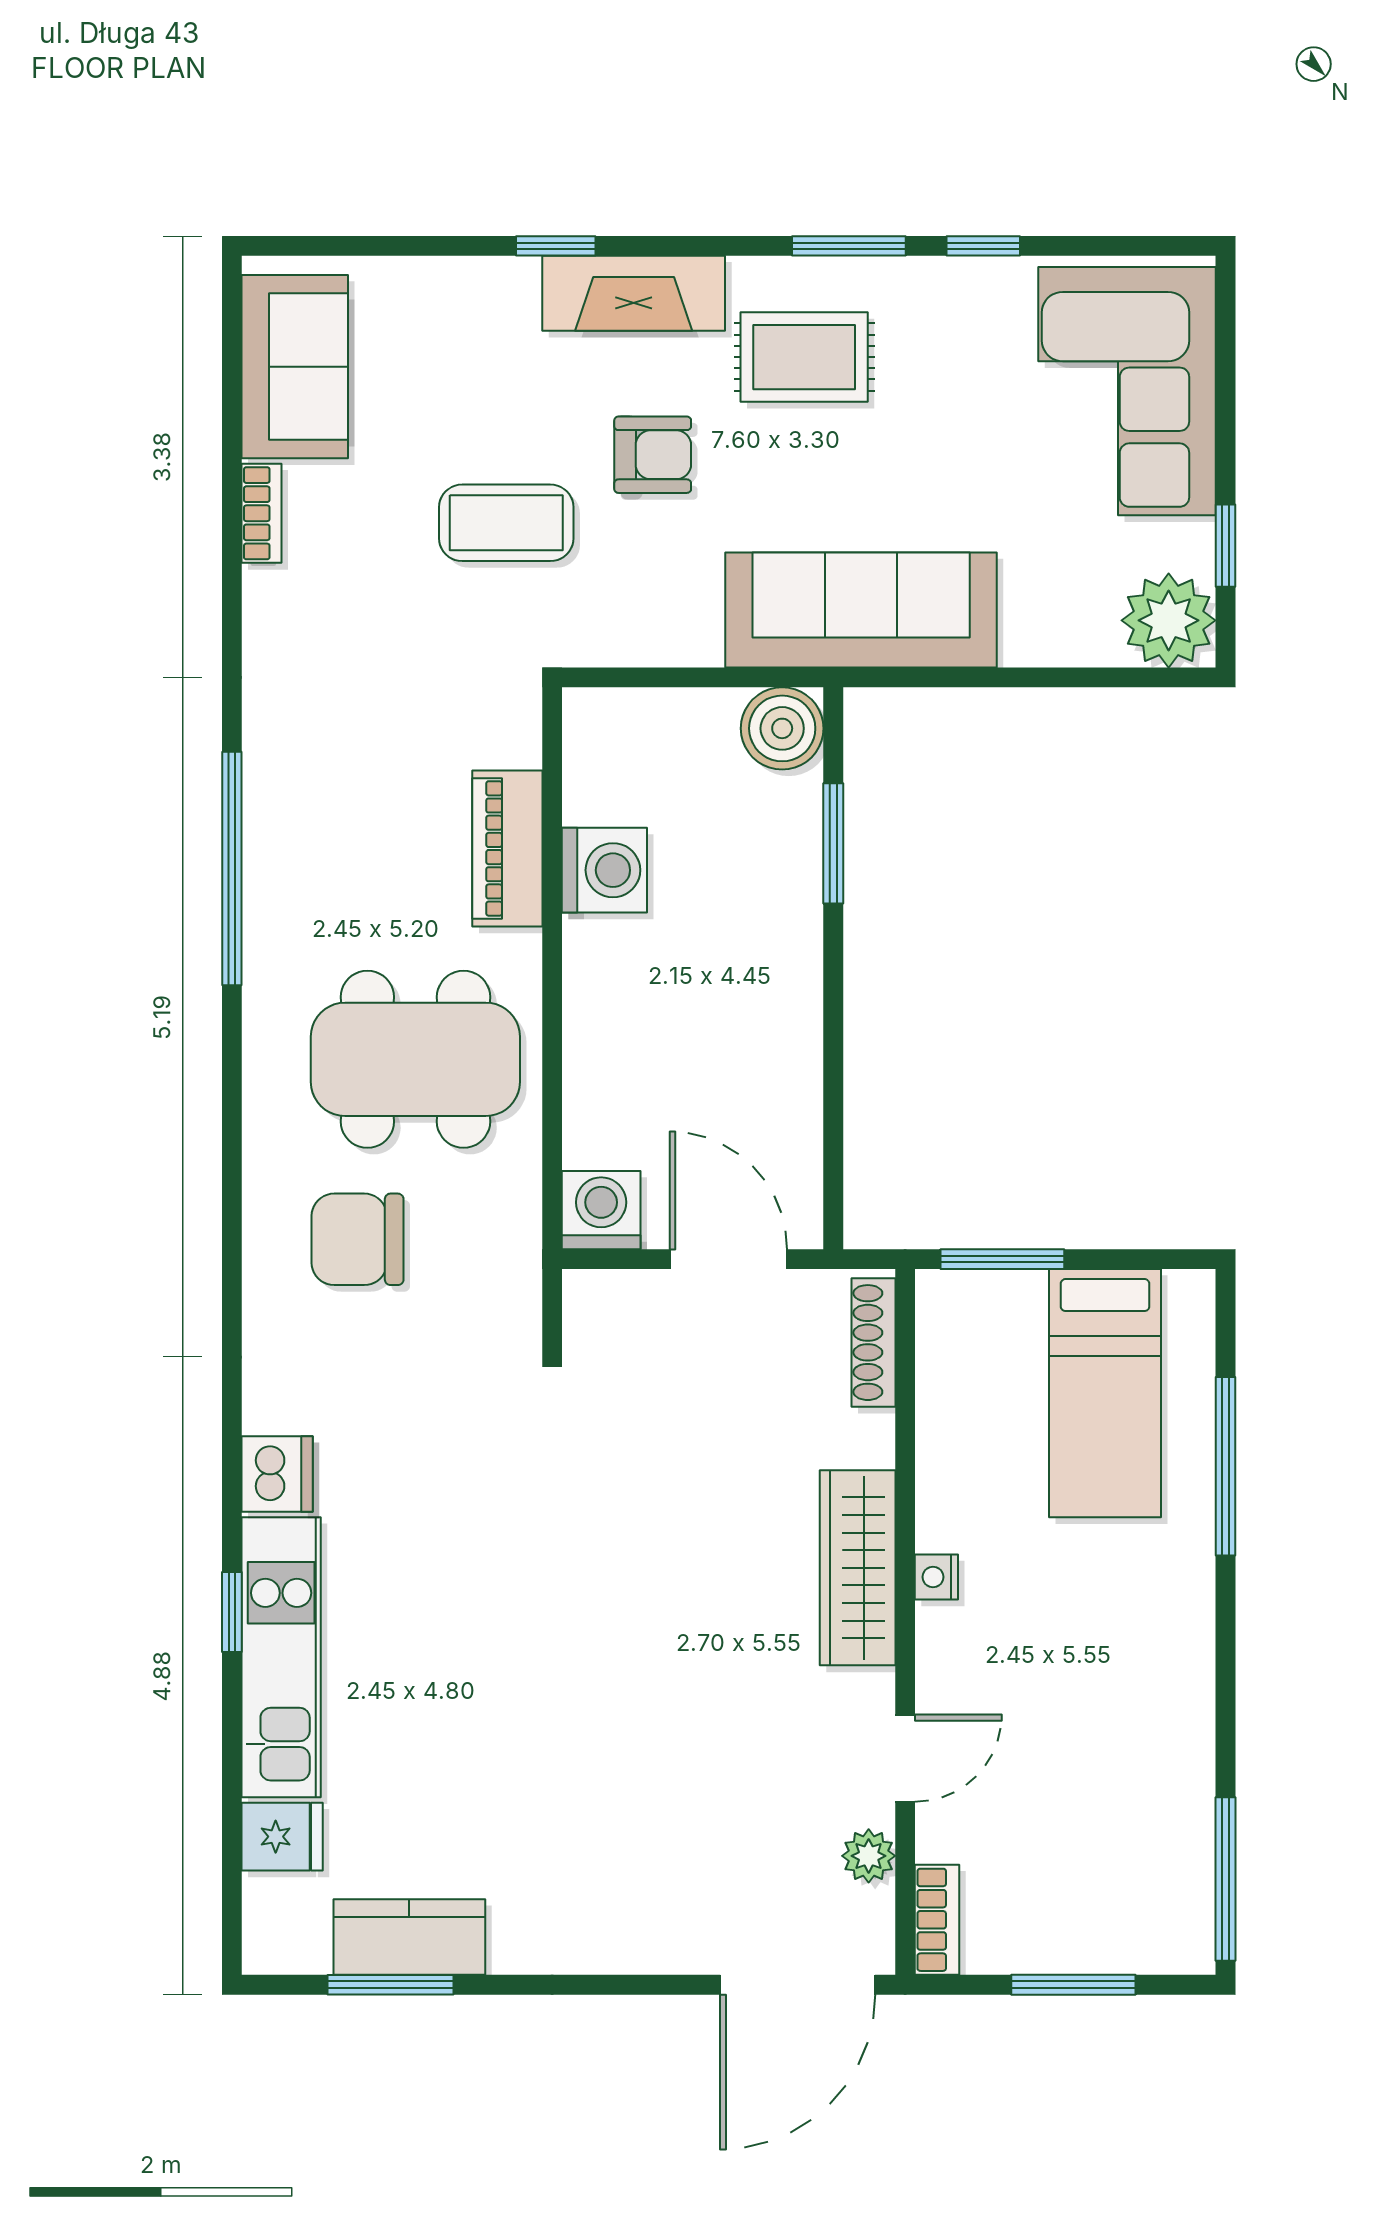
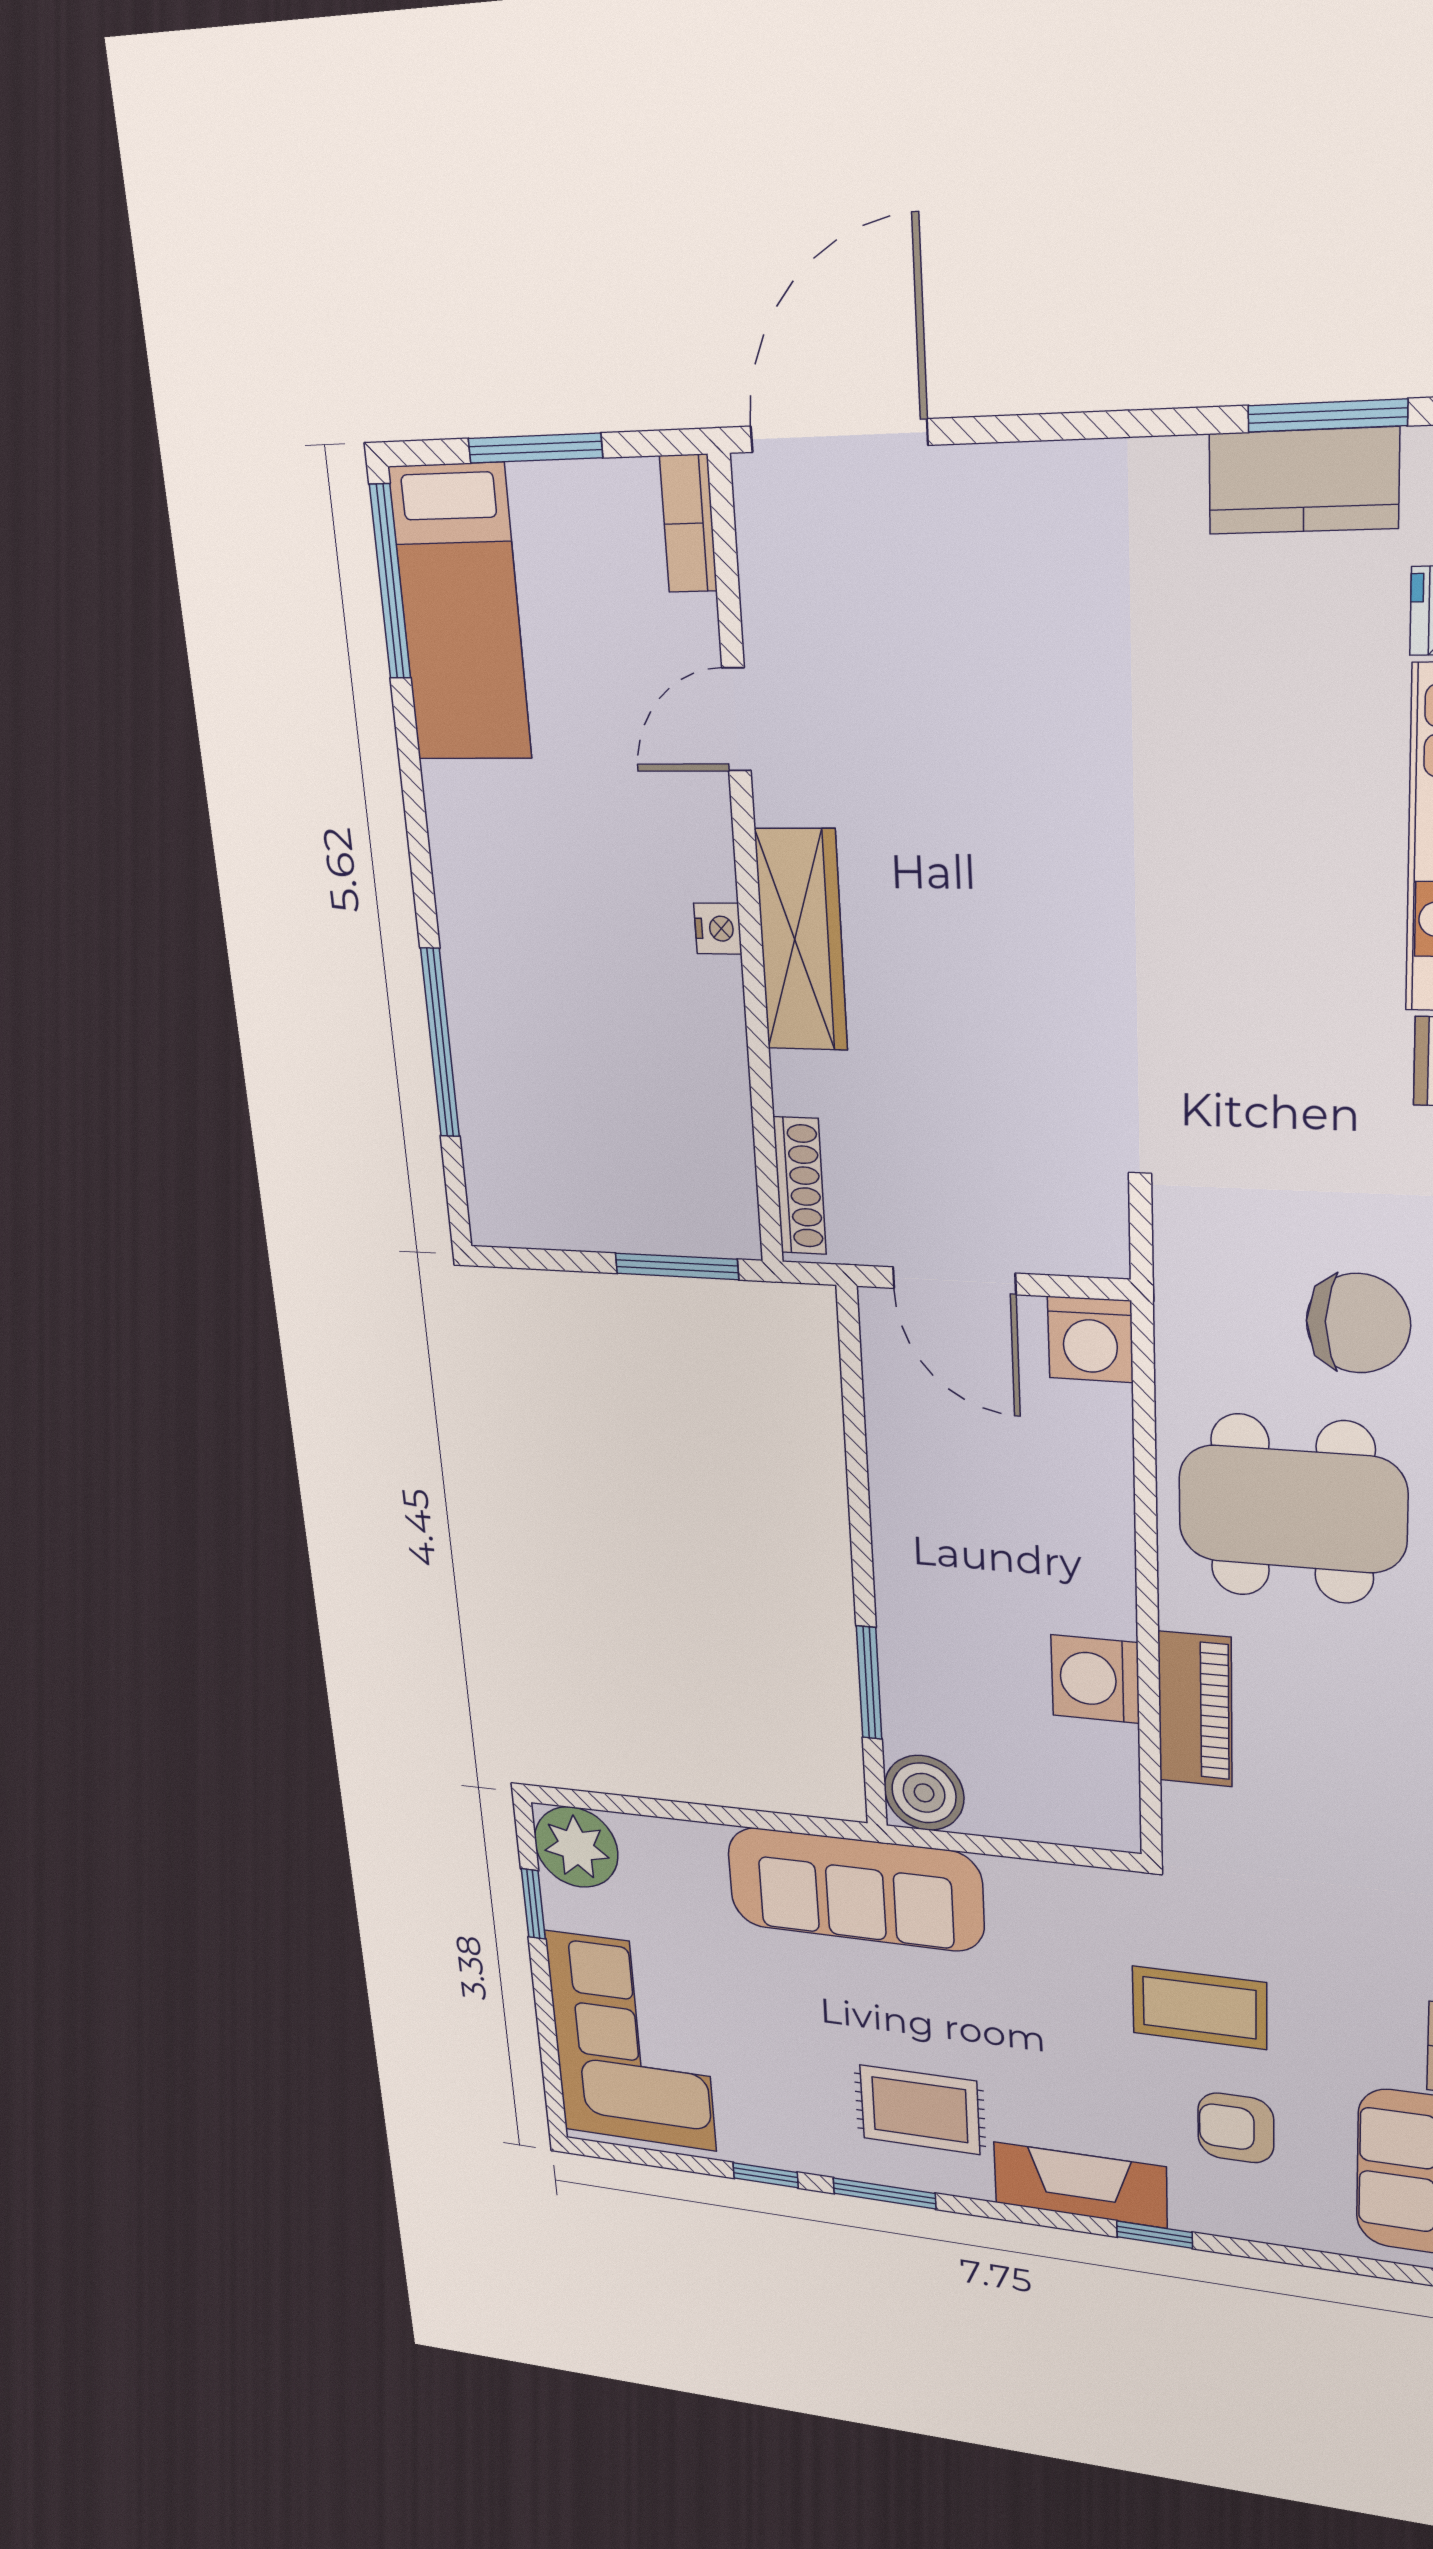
armchair: (653, 455) -> (1236, 2128), moved
bed: (1105, 1393) -> (460, 614), moved, turned 180
plant: (869, 1856) -> (769, 600), removed

